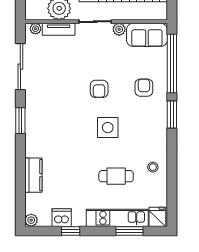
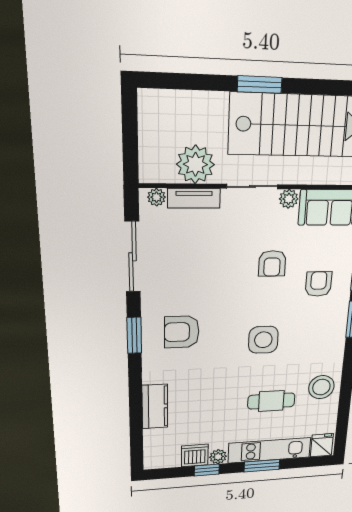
armchair: (99, 89) -> (272, 263), moved
armchair: (52, 119) -> (182, 332), added
stool: (153, 167) -> (321, 387), width x1.89, depth x1.89
plant: (31, 220) -> (218, 457), moved
window: (130, 231) -> (262, 466), moved

